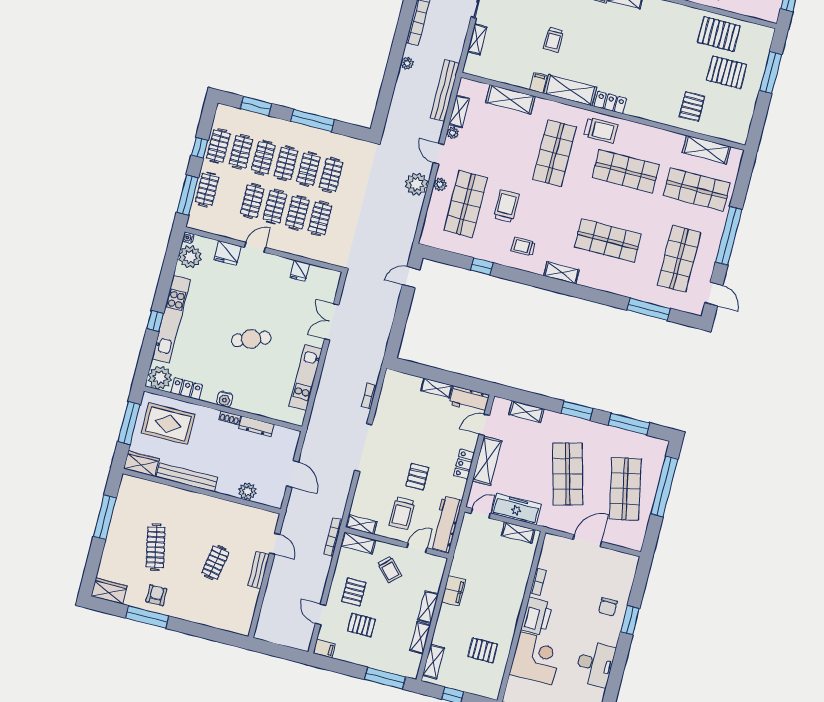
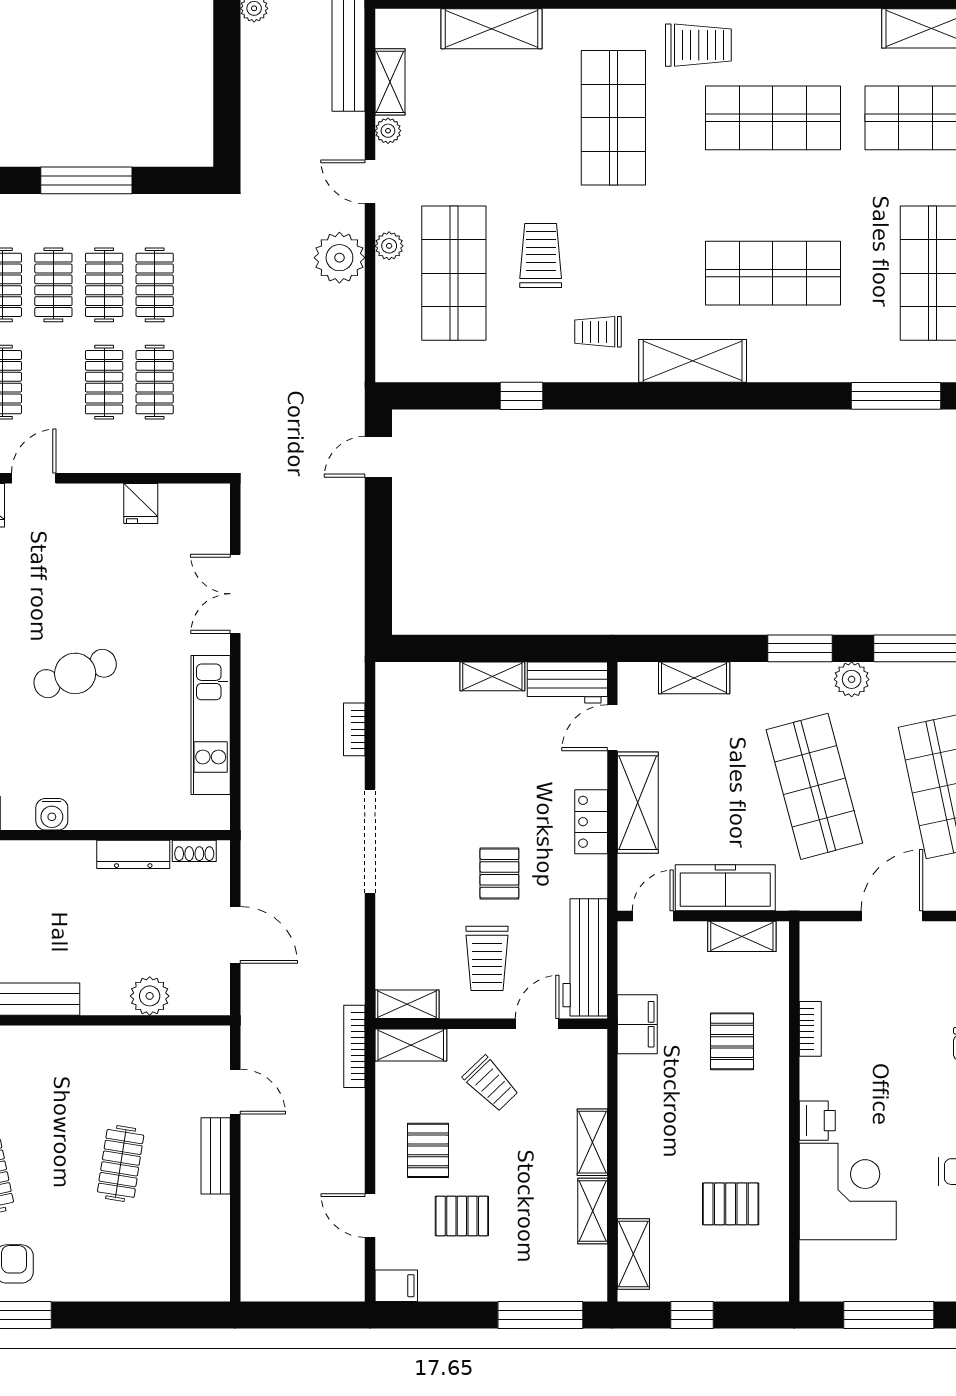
clothes rail: (275, 207) -> (53, 382), removed
shelving: (561, 273) -> (693, 361), width x1.50, depth x1.33
shoe rack: (230, 418) -> (194, 851), moved
plant: (596, 431) -> (852, 679), added
pallet: (502, 578) -> (732, 1041), added
filing cabinet: (454, 591) -> (637, 1024), moved
printer: (536, 616) -> (817, 1121), width x0.53, depth x0.68

